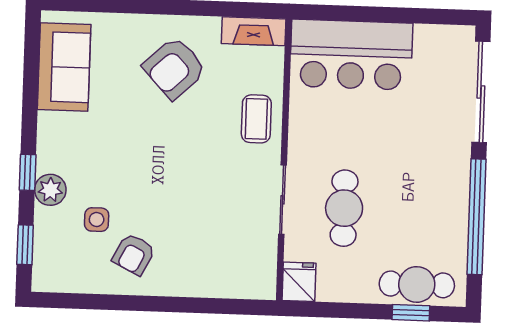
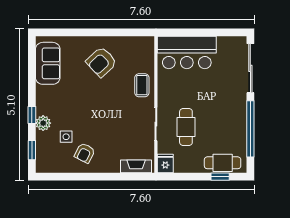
fireplace: (254, 31) -> (136, 166), moved, turned 180

